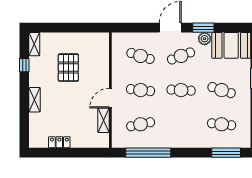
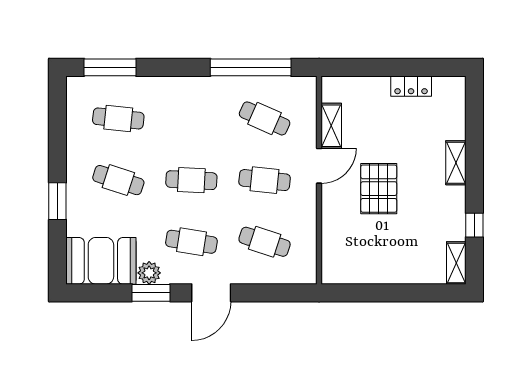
cafe table: (181, 56) -> (191, 242), turned 30
pallet: (68, 68) -> (379, 189), moved
cafe table: (141, 124) -> (265, 118), turned 36

